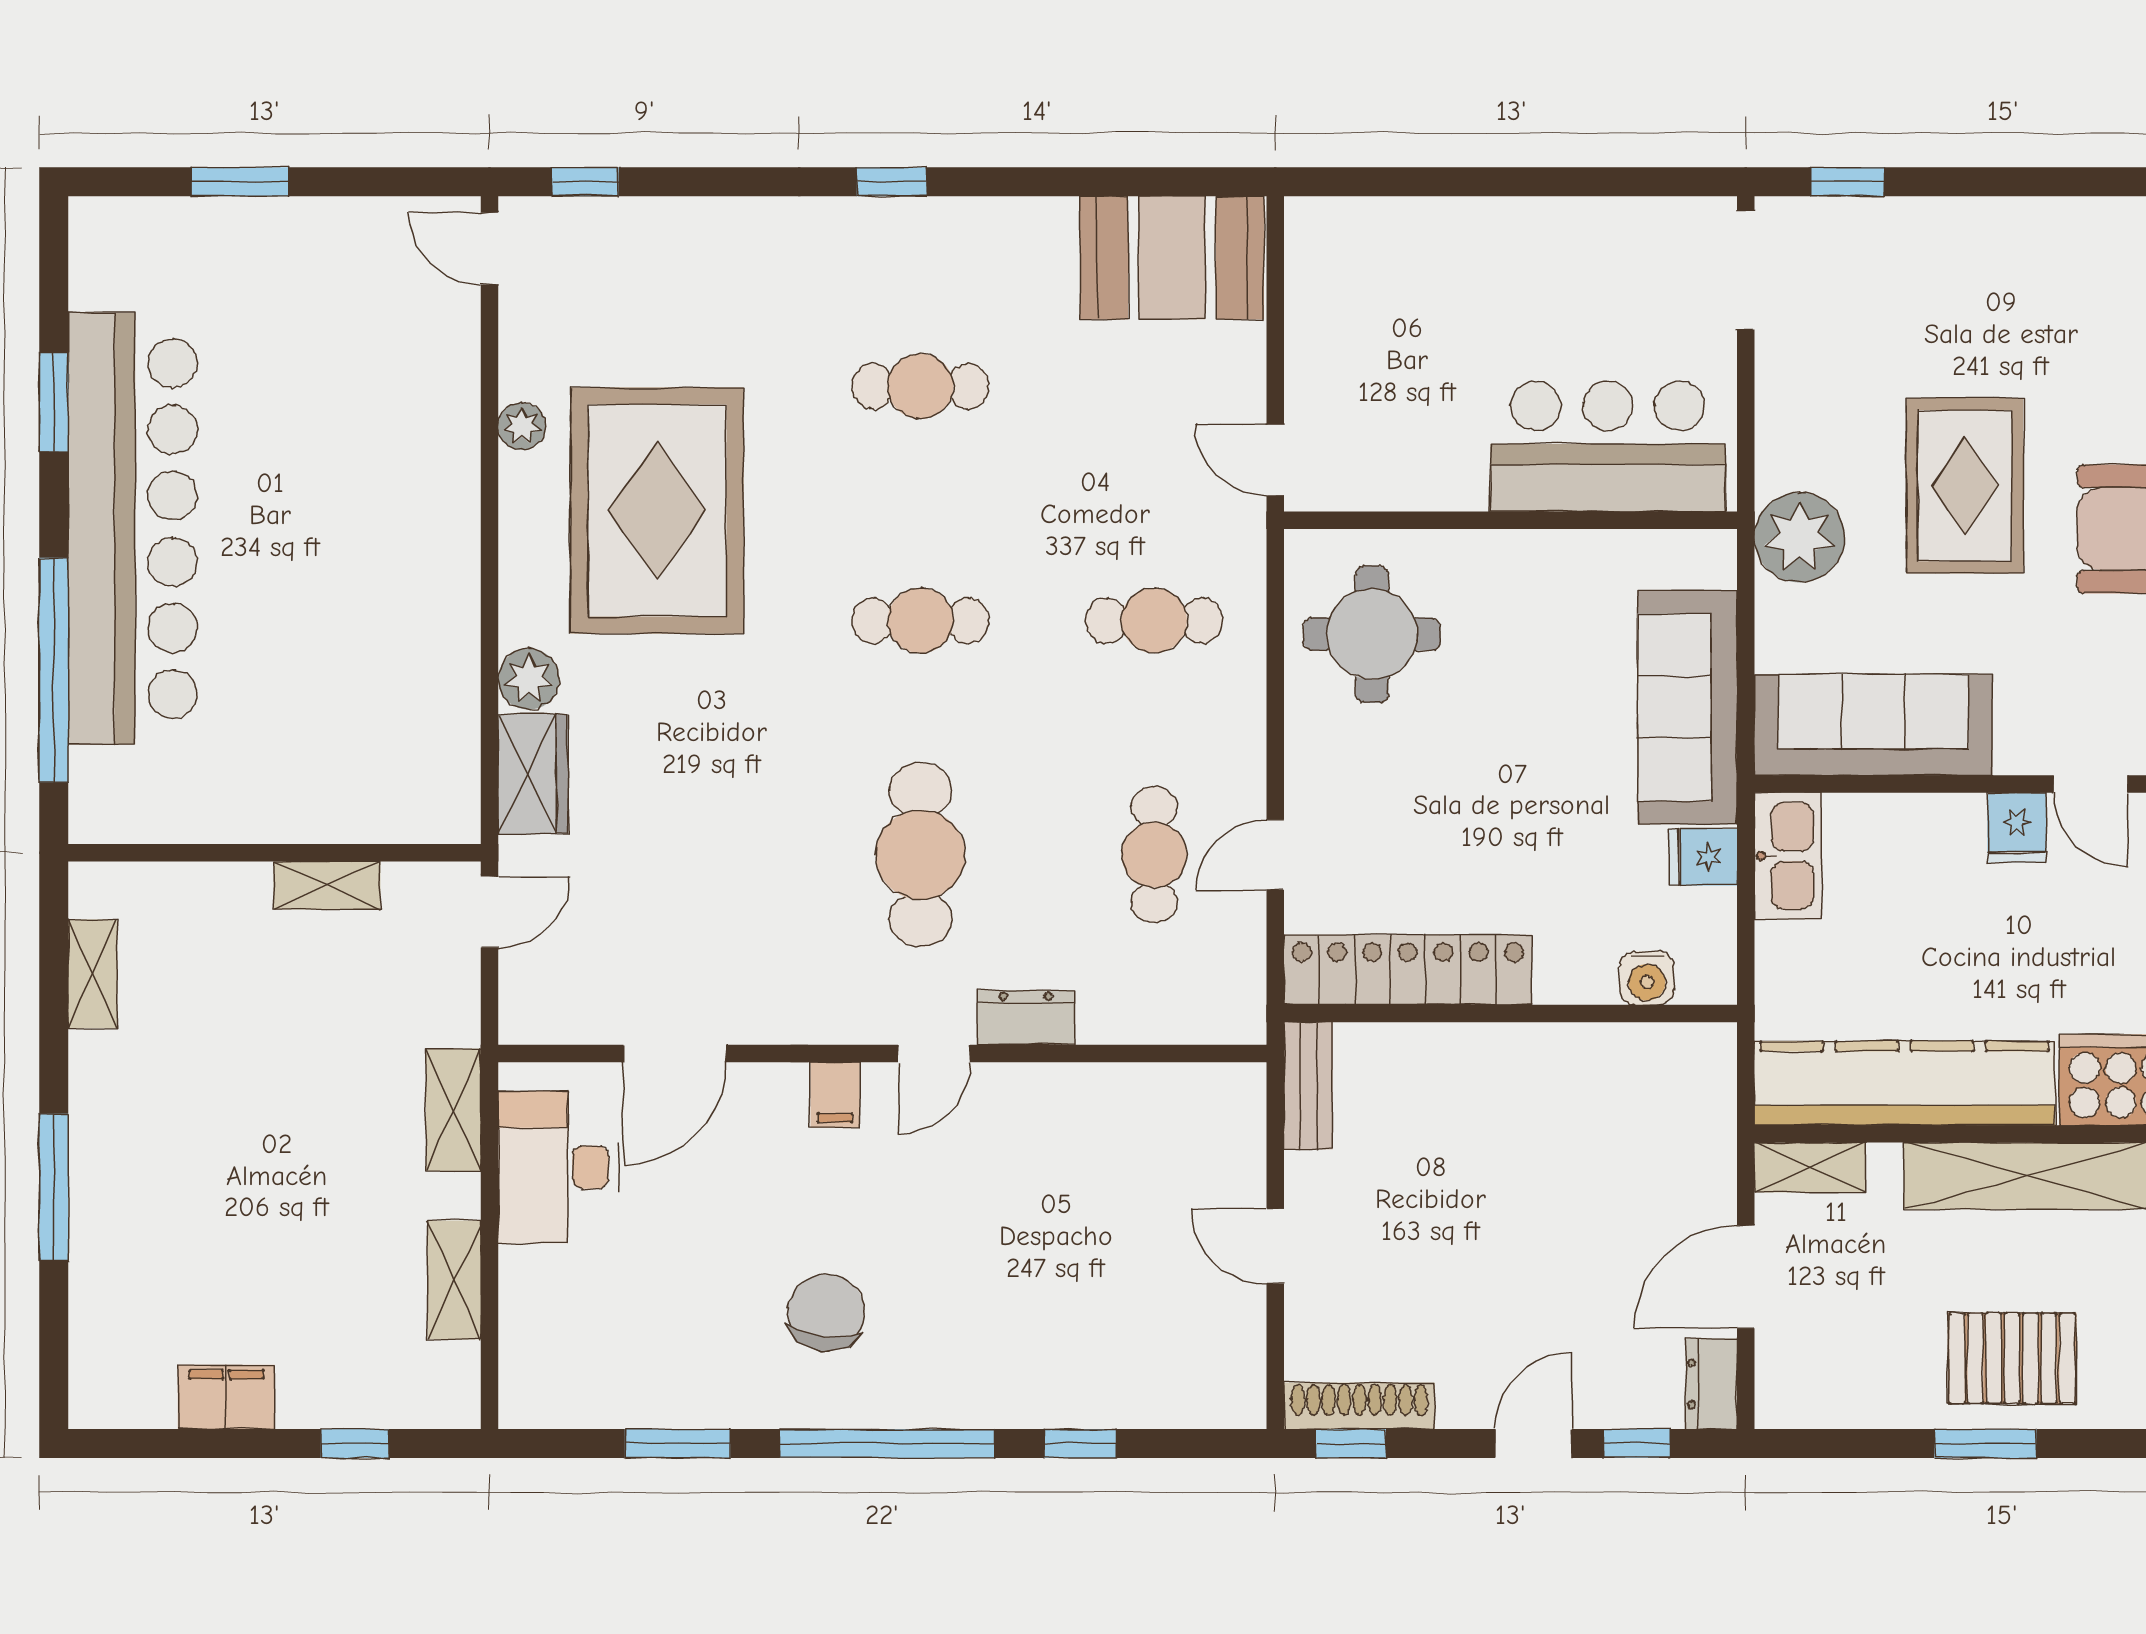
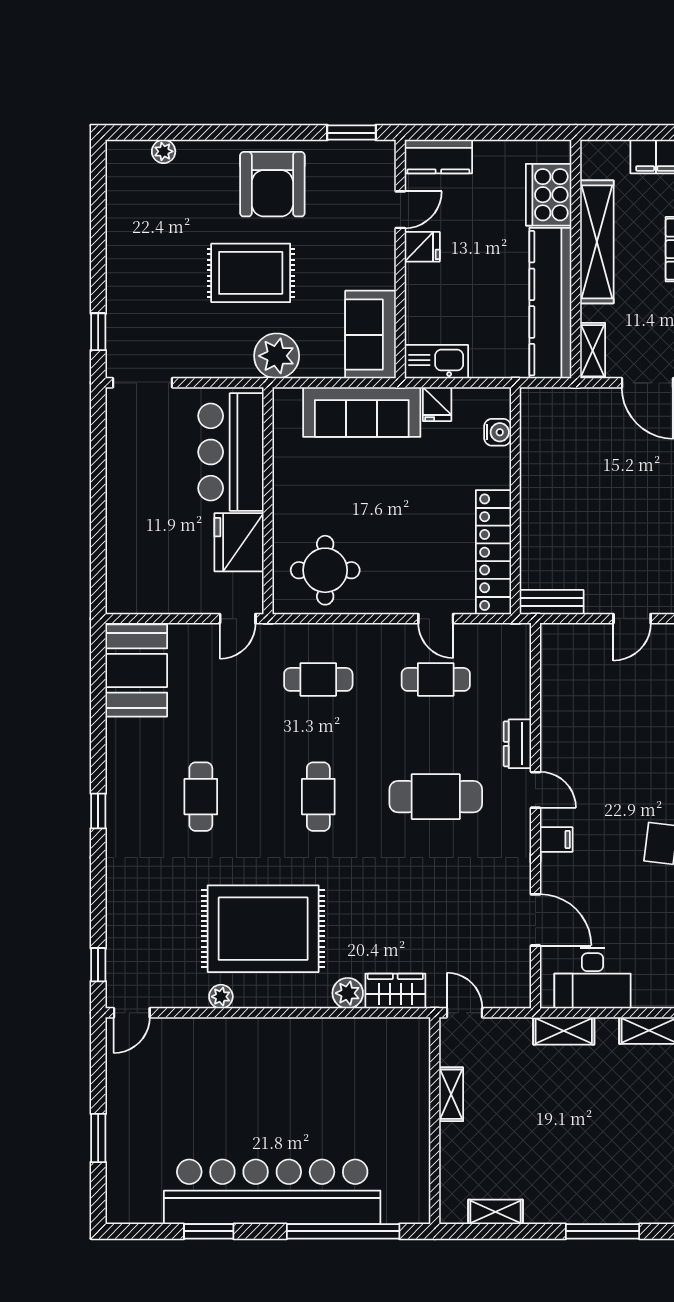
fridge: (1428, 462) -> (239, 542), added
cafe table: (1154, 621) -> (318, 679), turned 90
sofa: (1873, 725) -> (371, 335), width x0.73

